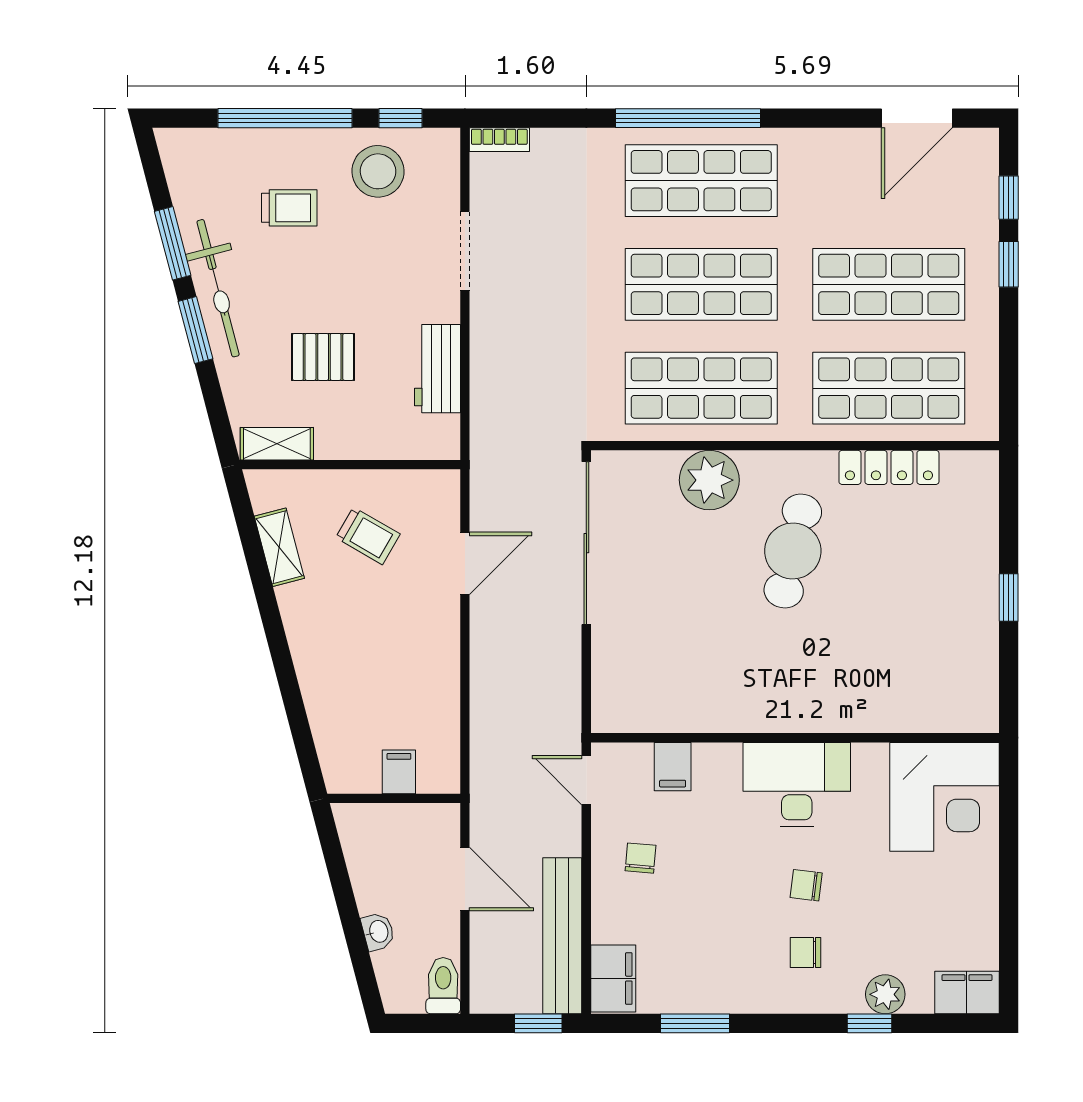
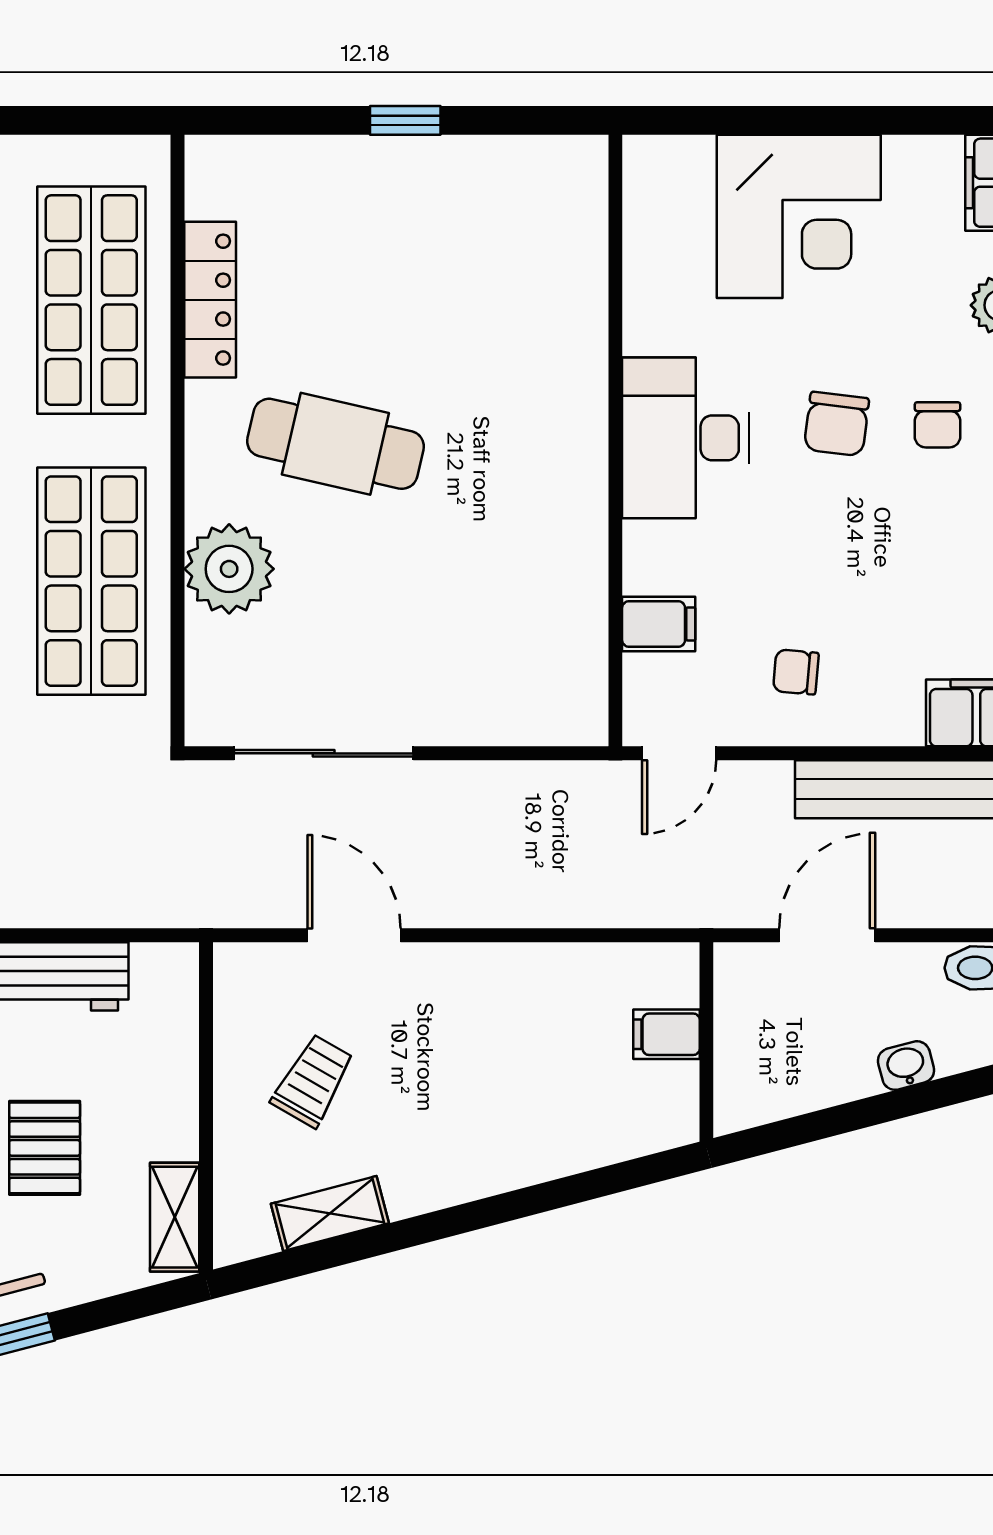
sliding door: (586, 543) -> (324, 753), width x0.73
corner desk: (945, 797) -> (799, 216), moved, turned 90
chair: (806, 885) -> (837, 424), width x1.37, depth x1.37

